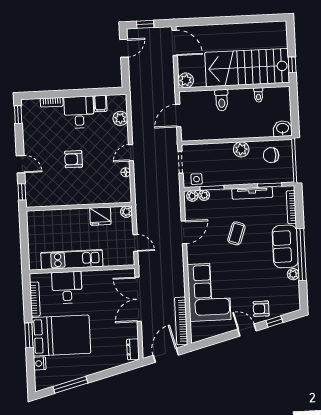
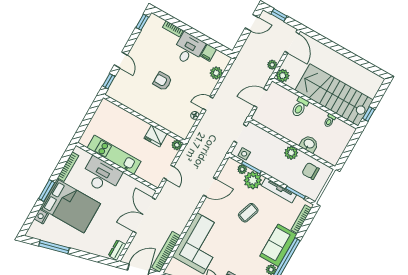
plant: (169, 76) -> (272, 65), added
washbasin: (283, 129) -> (309, 144), moved
plant: (192, 196) -> (253, 180), moved, width x1.88, depth x1.88
desk: (67, 287) -> (101, 175), width x1.37

